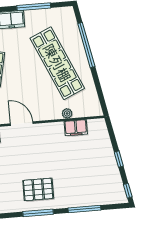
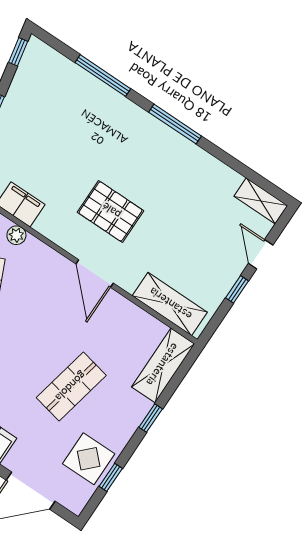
pallet: (38, 189) -> (111, 211), moved

